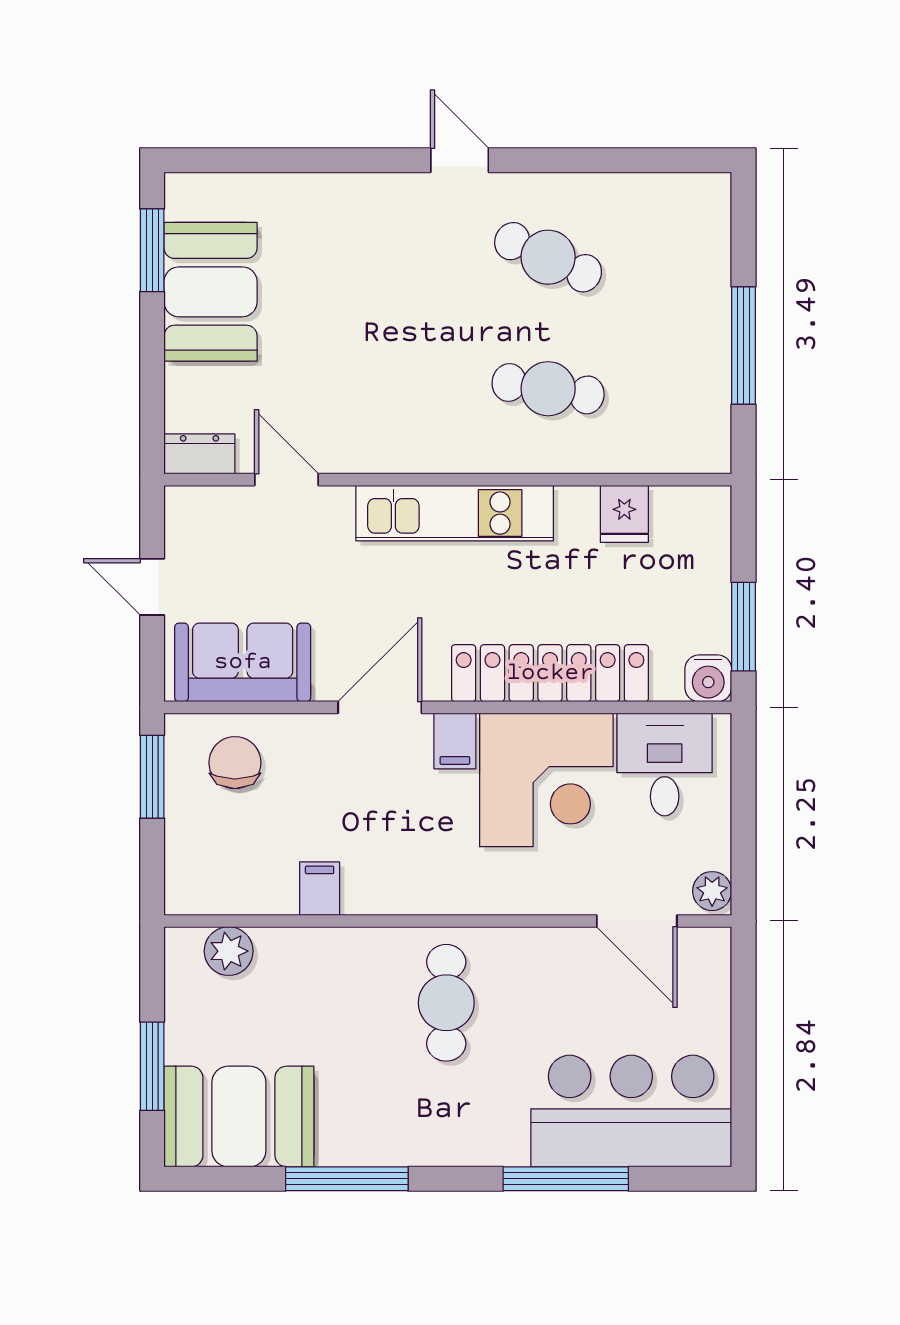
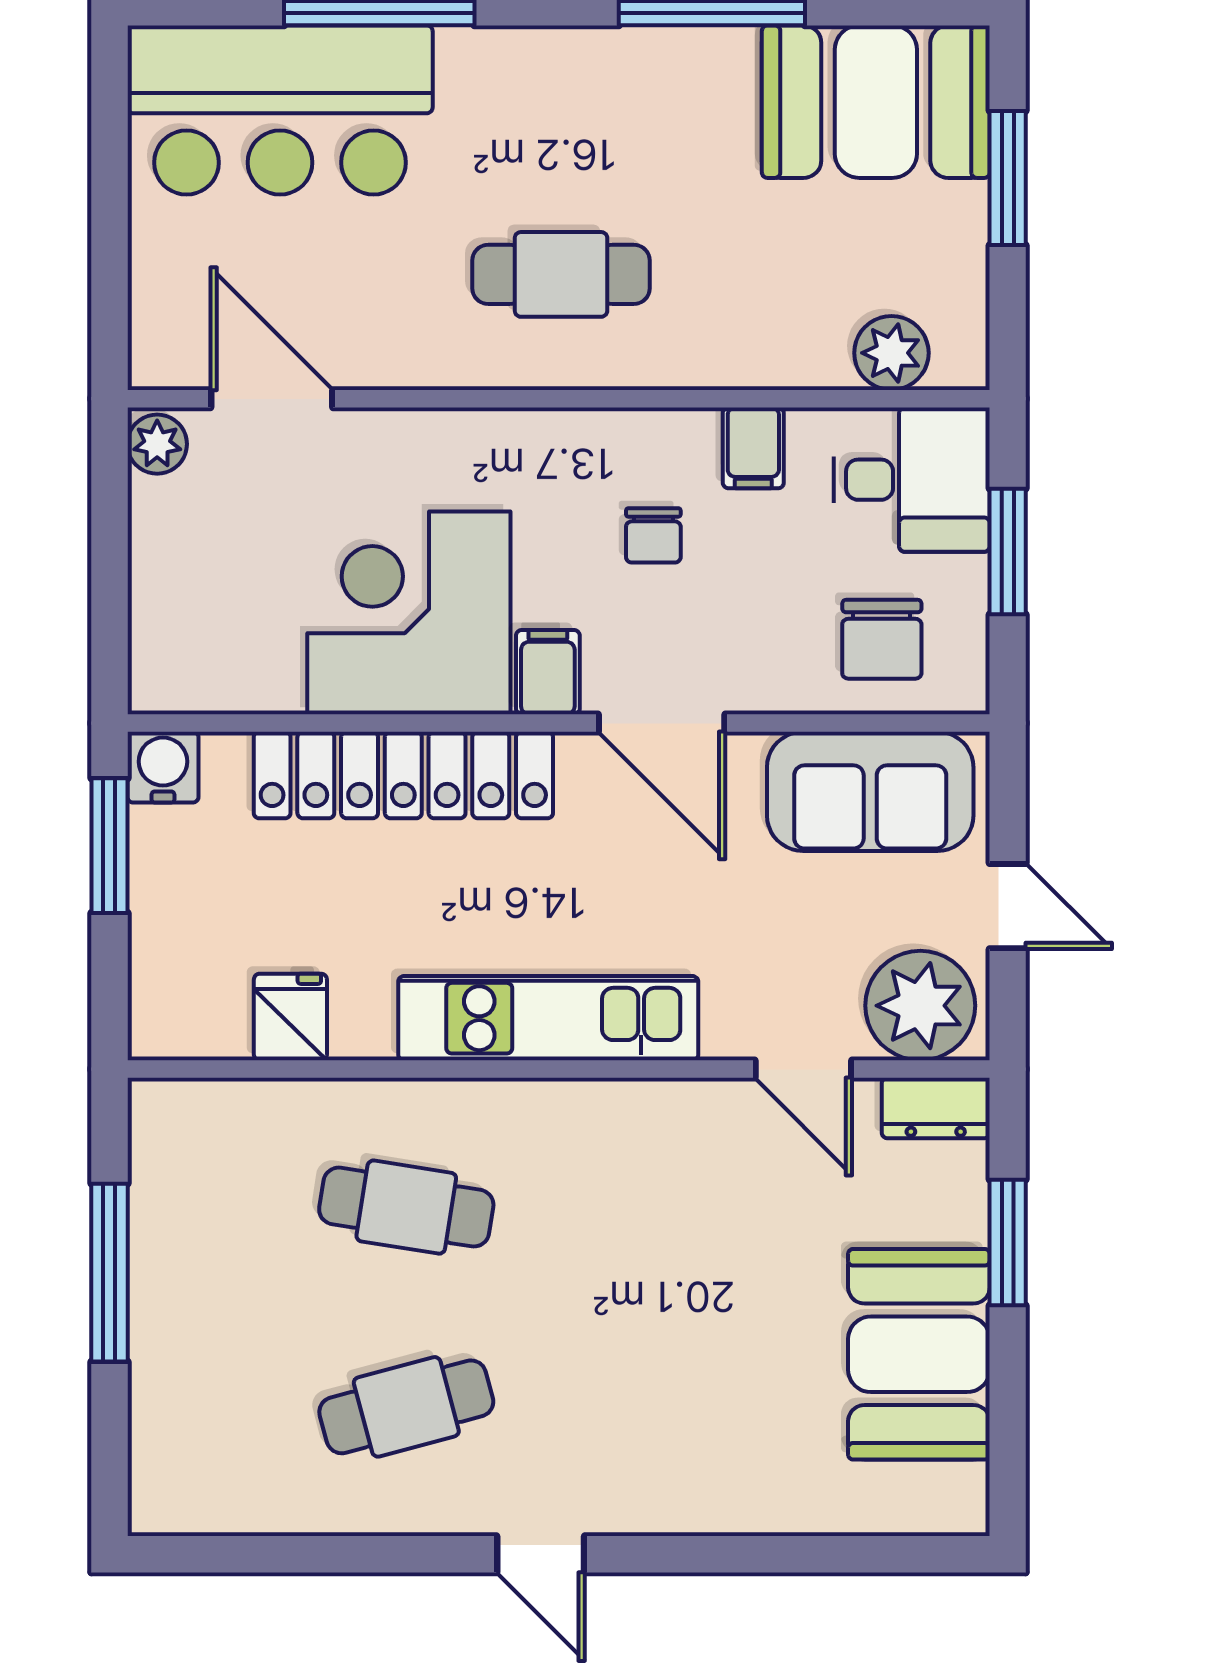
window: (152, 250) -> (1008, 1242), moved
cafe table: (548, 257) -> (406, 1407), turned -39
plant: (210, 521) -> (920, 1006), added
door: (380, 707) -> (662, 723), hinge flipped
desk: (665, 764) -> (912, 480), moved, turned -90
window: (152, 777) -> (1008, 551), moved
chair: (385, 831) -> (653, 535), added
cafe table: (446, 1003) -> (561, 274), turned 90

